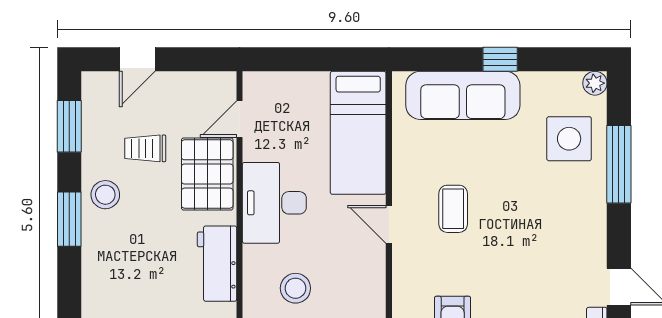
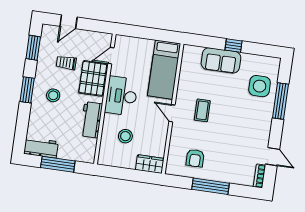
plant: (595, 83) -> (275, 63), removed
sofa: (463, 95) -> (221, 60), width x0.73
stool: (105, 195) -> (53, 95), moved

